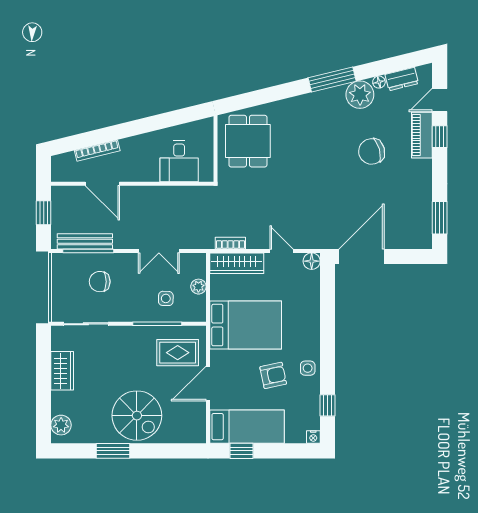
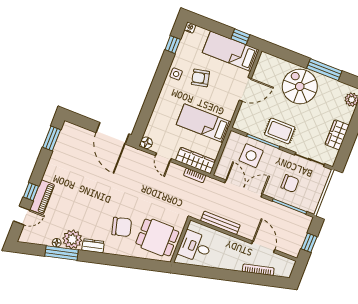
window: (332, 79) -> (62, 253), moved
dresser: (402, 79) -> (93, 246), moved
dining table: (248, 141) -> (157, 237), turned 90
chair: (372, 151) -> (122, 227), moved
desk: (179, 161) -> (195, 247), moved, turned -90
bench: (85, 241) -> (220, 223), moved
double door: (159, 251) -> (243, 188), width x1.37
door: (361, 257) -> (113, 133), hinge flipped
plant: (198, 287) -> (227, 155), removed
side table: (166, 298) -> (251, 156), width x1.87, depth x1.87
bed: (246, 325) -> (204, 123), width x0.67
rug: (178, 353) -> (280, 131), moved
window: (113, 451) -> (324, 70), width x1.44

